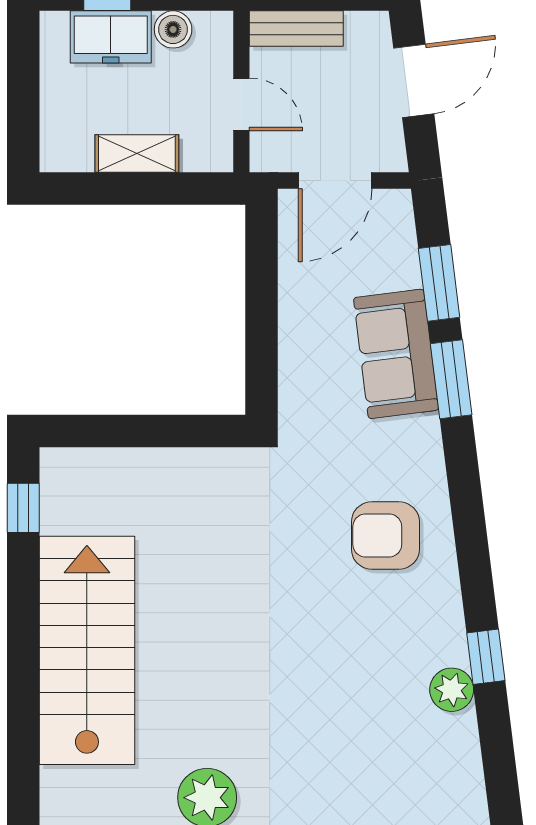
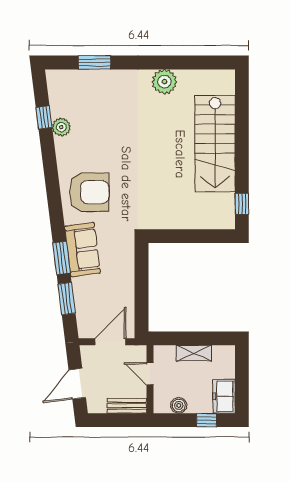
freezer: (111, 37) -> (224, 396), moved, turned -90
sofa: (396, 354) -> (82, 250), moved
armchair: (385, 535) -> (89, 192), width x1.36, depth x1.36
window: (486, 657) -> (44, 117), moved

